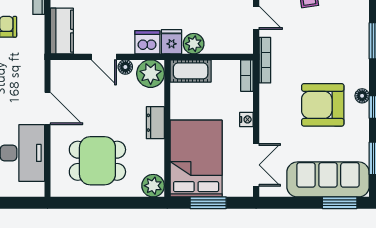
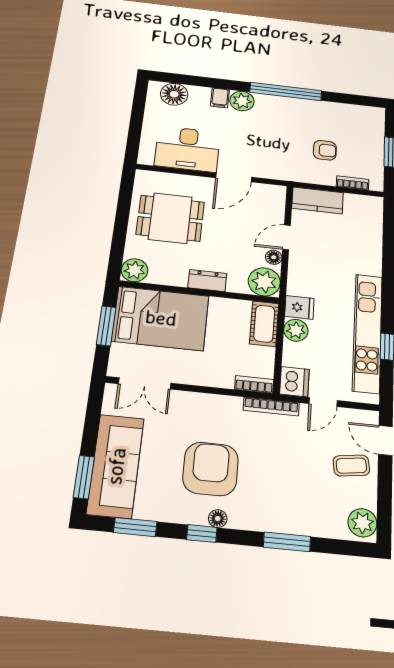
dishwasher: (147, 42) -> (294, 382), moved
nightstand: (246, 119) -> (201, 378), removed
dining table: (97, 161) -> (170, 218), turned 90

